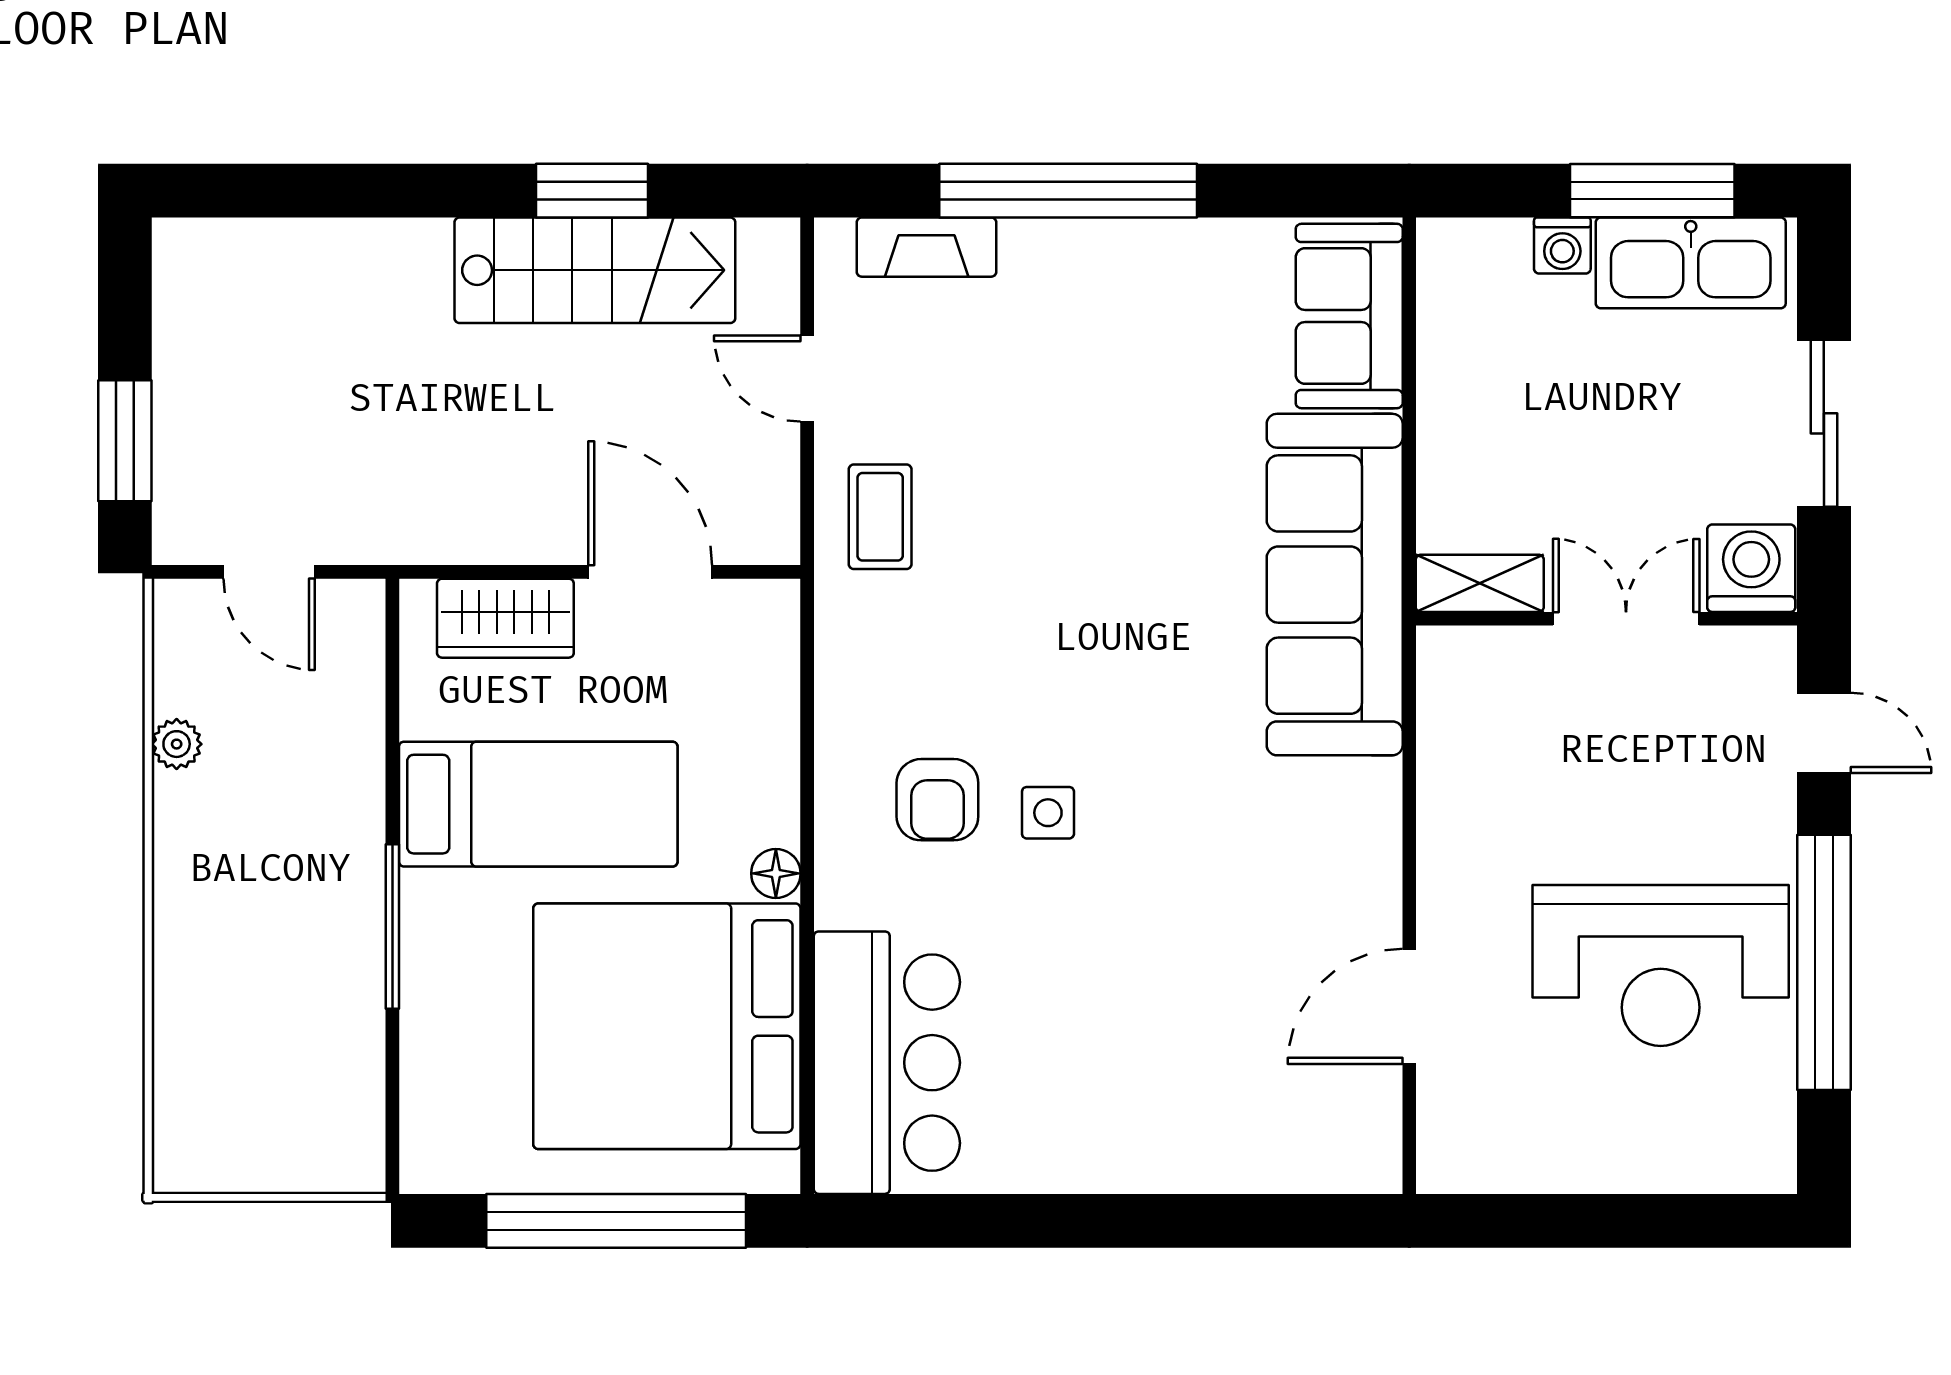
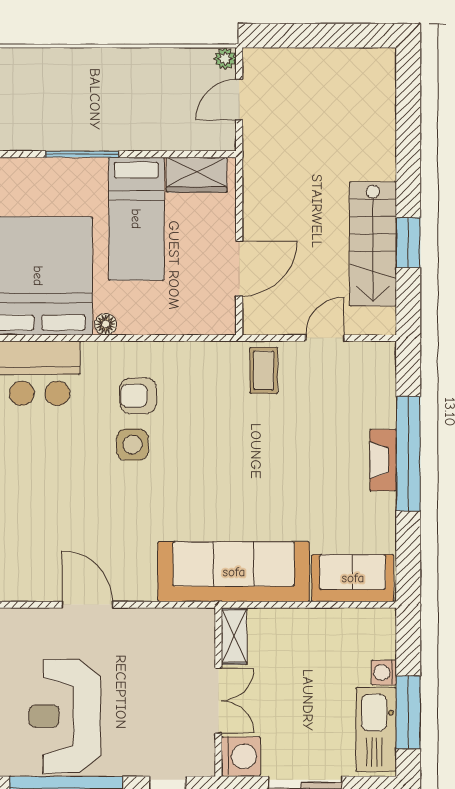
fireplace: (927, 247) -> (383, 460), moved
window: (125, 441) -> (297, 36), removed
coffee table: (880, 517) -> (264, 370), turned 90
wardrobe: (505, 618) -> (197, 175), moved, turned -90
plant: (177, 744) -> (225, 59), moved
side table: (1048, 813) -> (132, 445), width x1.37, depth x1.37
door: (1409, 1006) -> (87, 605), moved

